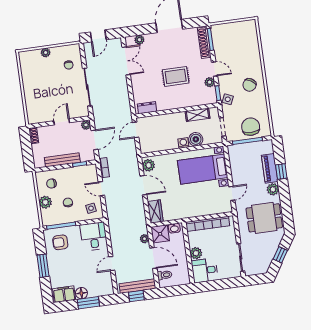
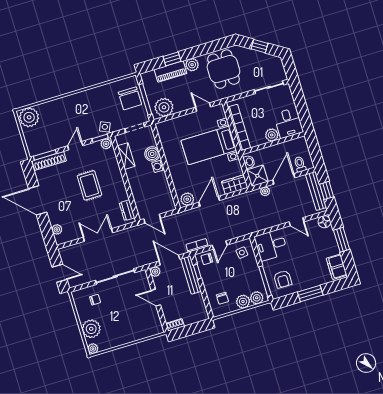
plant: (248, 30) -> (29, 117), added
plant: (46, 53) -> (91, 329), width x1.88, depth x1.88
plant: (23, 56) -> (93, 349), added
double door: (126, 61) -> (98, 235), moved
plant: (210, 82) -> (106, 144), moved
chair: (249, 85) -> (86, 106), removed
chair: (251, 127) -> (130, 98), turned -90
plant: (237, 157) -> (164, 107), added
bench: (62, 160) -> (191, 275), moved
bed with nightstands: (203, 169) -> (209, 145), moved, turned 90
chair: (68, 202) -> (207, 259), moved
plant: (47, 215) -> (257, 298), added
floor lamp: (81, 293) -> (324, 222), moved

